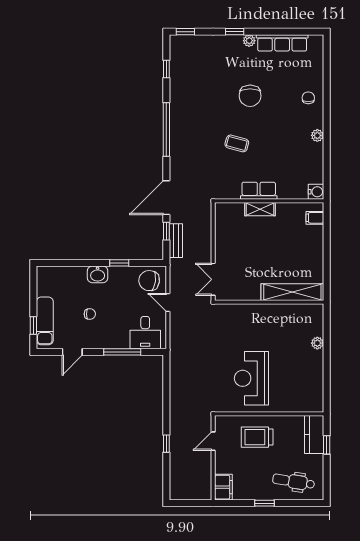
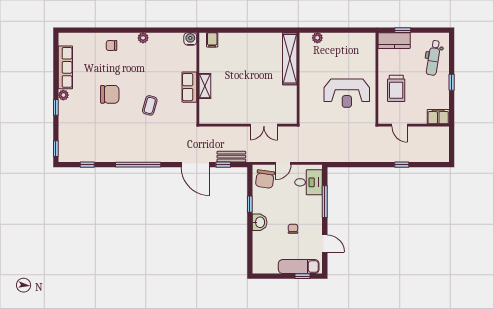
shelving: (292, 292) -> (290, 59), moved
wall: (269, 302) -> (298, 78), moved

